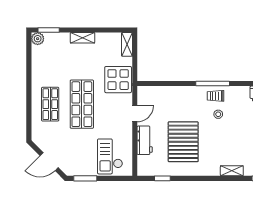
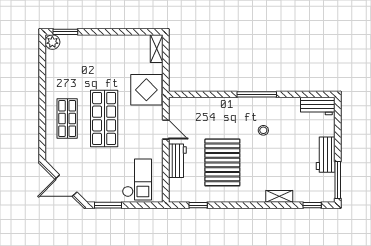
shelving: (82, 38) -> (105, 41), removed
trolley: (216, 96) -> (260, 109), removed
door: (135, 114) -> (166, 129), hinge flipped
checkout: (110, 156) -> (137, 180), turned 180

